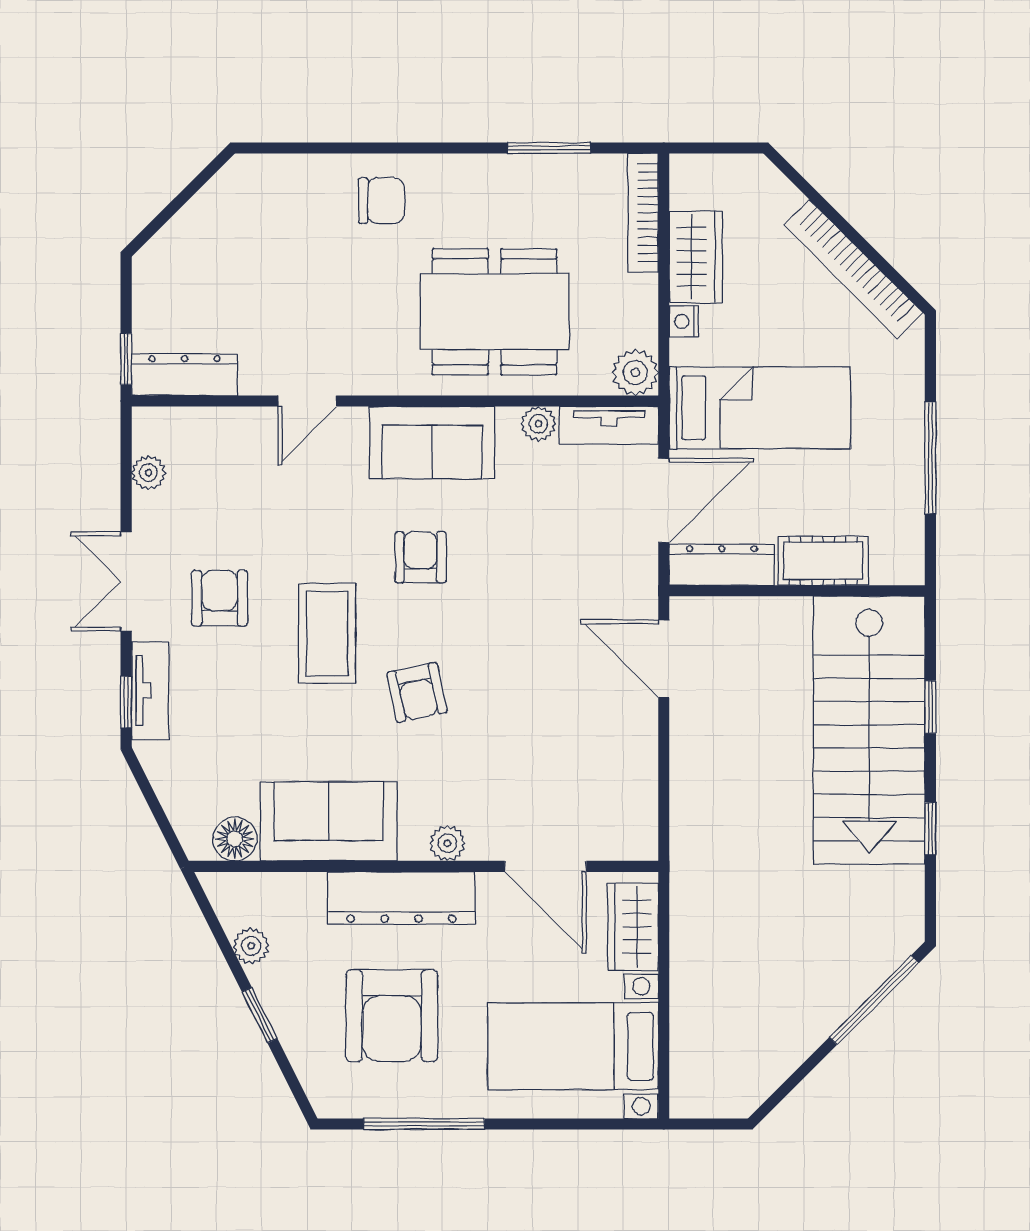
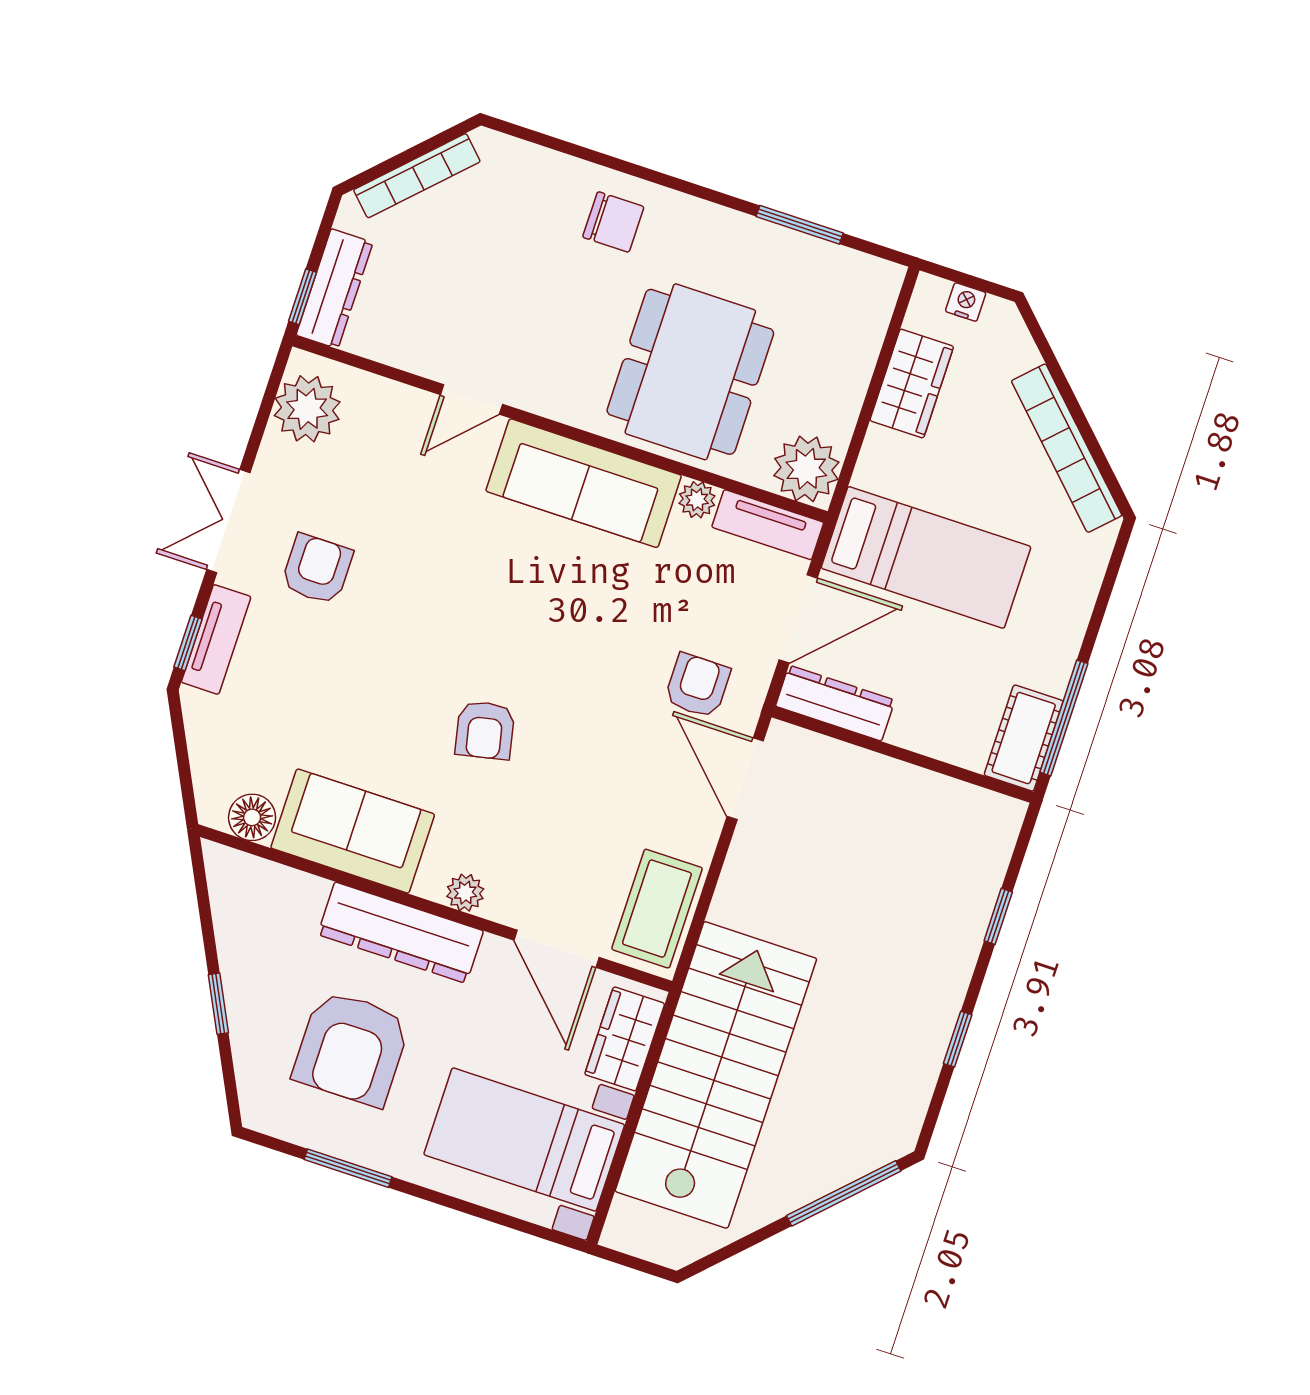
bookcase: (643, 213) -> (417, 176), moved, turned -135
dining table: (495, 312) -> (690, 372), turned 90
nightstand: (684, 322) -> (966, 302), moved, turned 90
plant: (635, 372) -> (806, 469), width x1.36, depth x1.36
dresser: (185, 375) -> (335, 289), moved, turned 90
sofa: (432, 443) -> (584, 483), width x1.36
window: (930, 458) -> (1064, 718), moved
plant: (148, 473) -> (307, 409), width x1.87, depth x1.87
armchair: (420, 557) -> (697, 686), moved
cot: (823, 561) -> (1024, 738), moved, turned 90
coffee table: (327, 633) -> (657, 909), moved
stairs: (869, 730) -> (716, 1075), moved, turned 180
plant: (251, 946) -> (233, 931), removed
window: (424, 1124) -> (348, 1168), width x0.69

